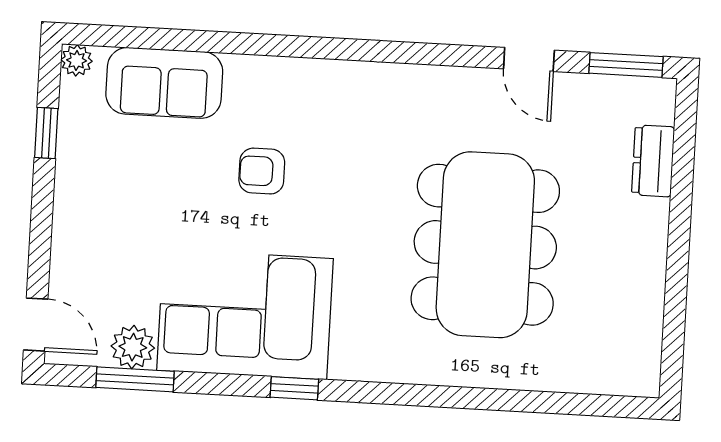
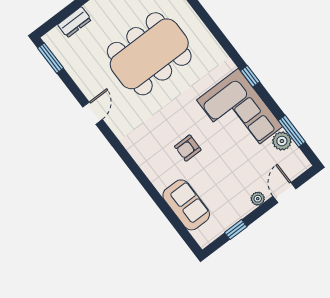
plant: (77, 60) -> (258, 199), moved
door: (529, 60) -> (93, 113), moved
armchair: (262, 171) -> (188, 148), turned 90
door: (36, 325) -> (284, 193), moved

